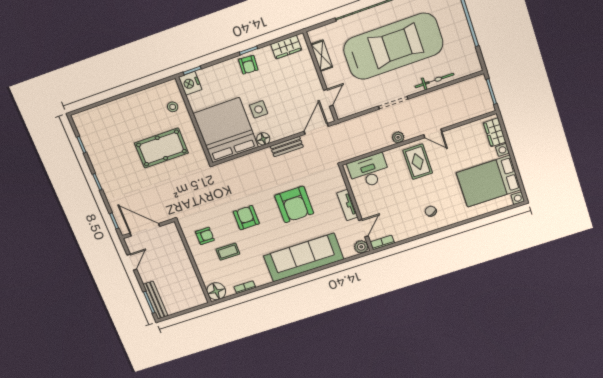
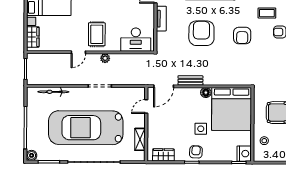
bicycle: (434, 81) -> (53, 92), moved
side table: (259, 109) -> (201, 129), moved
door: (433, 133) -> (78, 52), swing flipped

